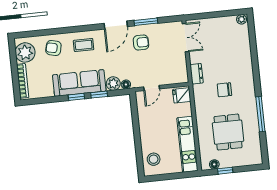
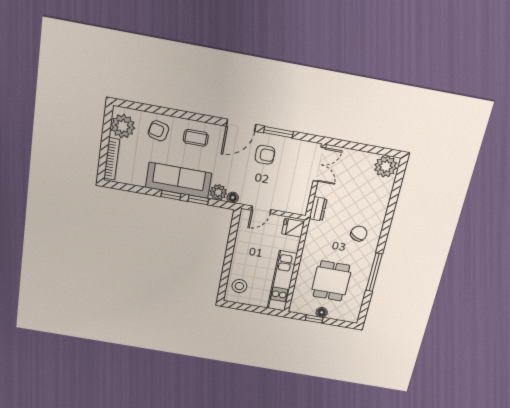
plant: (242, 19) -> (386, 166), width x1.87, depth x1.87
chair: (224, 90) -> (359, 234), moved, turned 114
floor lamp: (214, 164) -> (322, 312), moved

